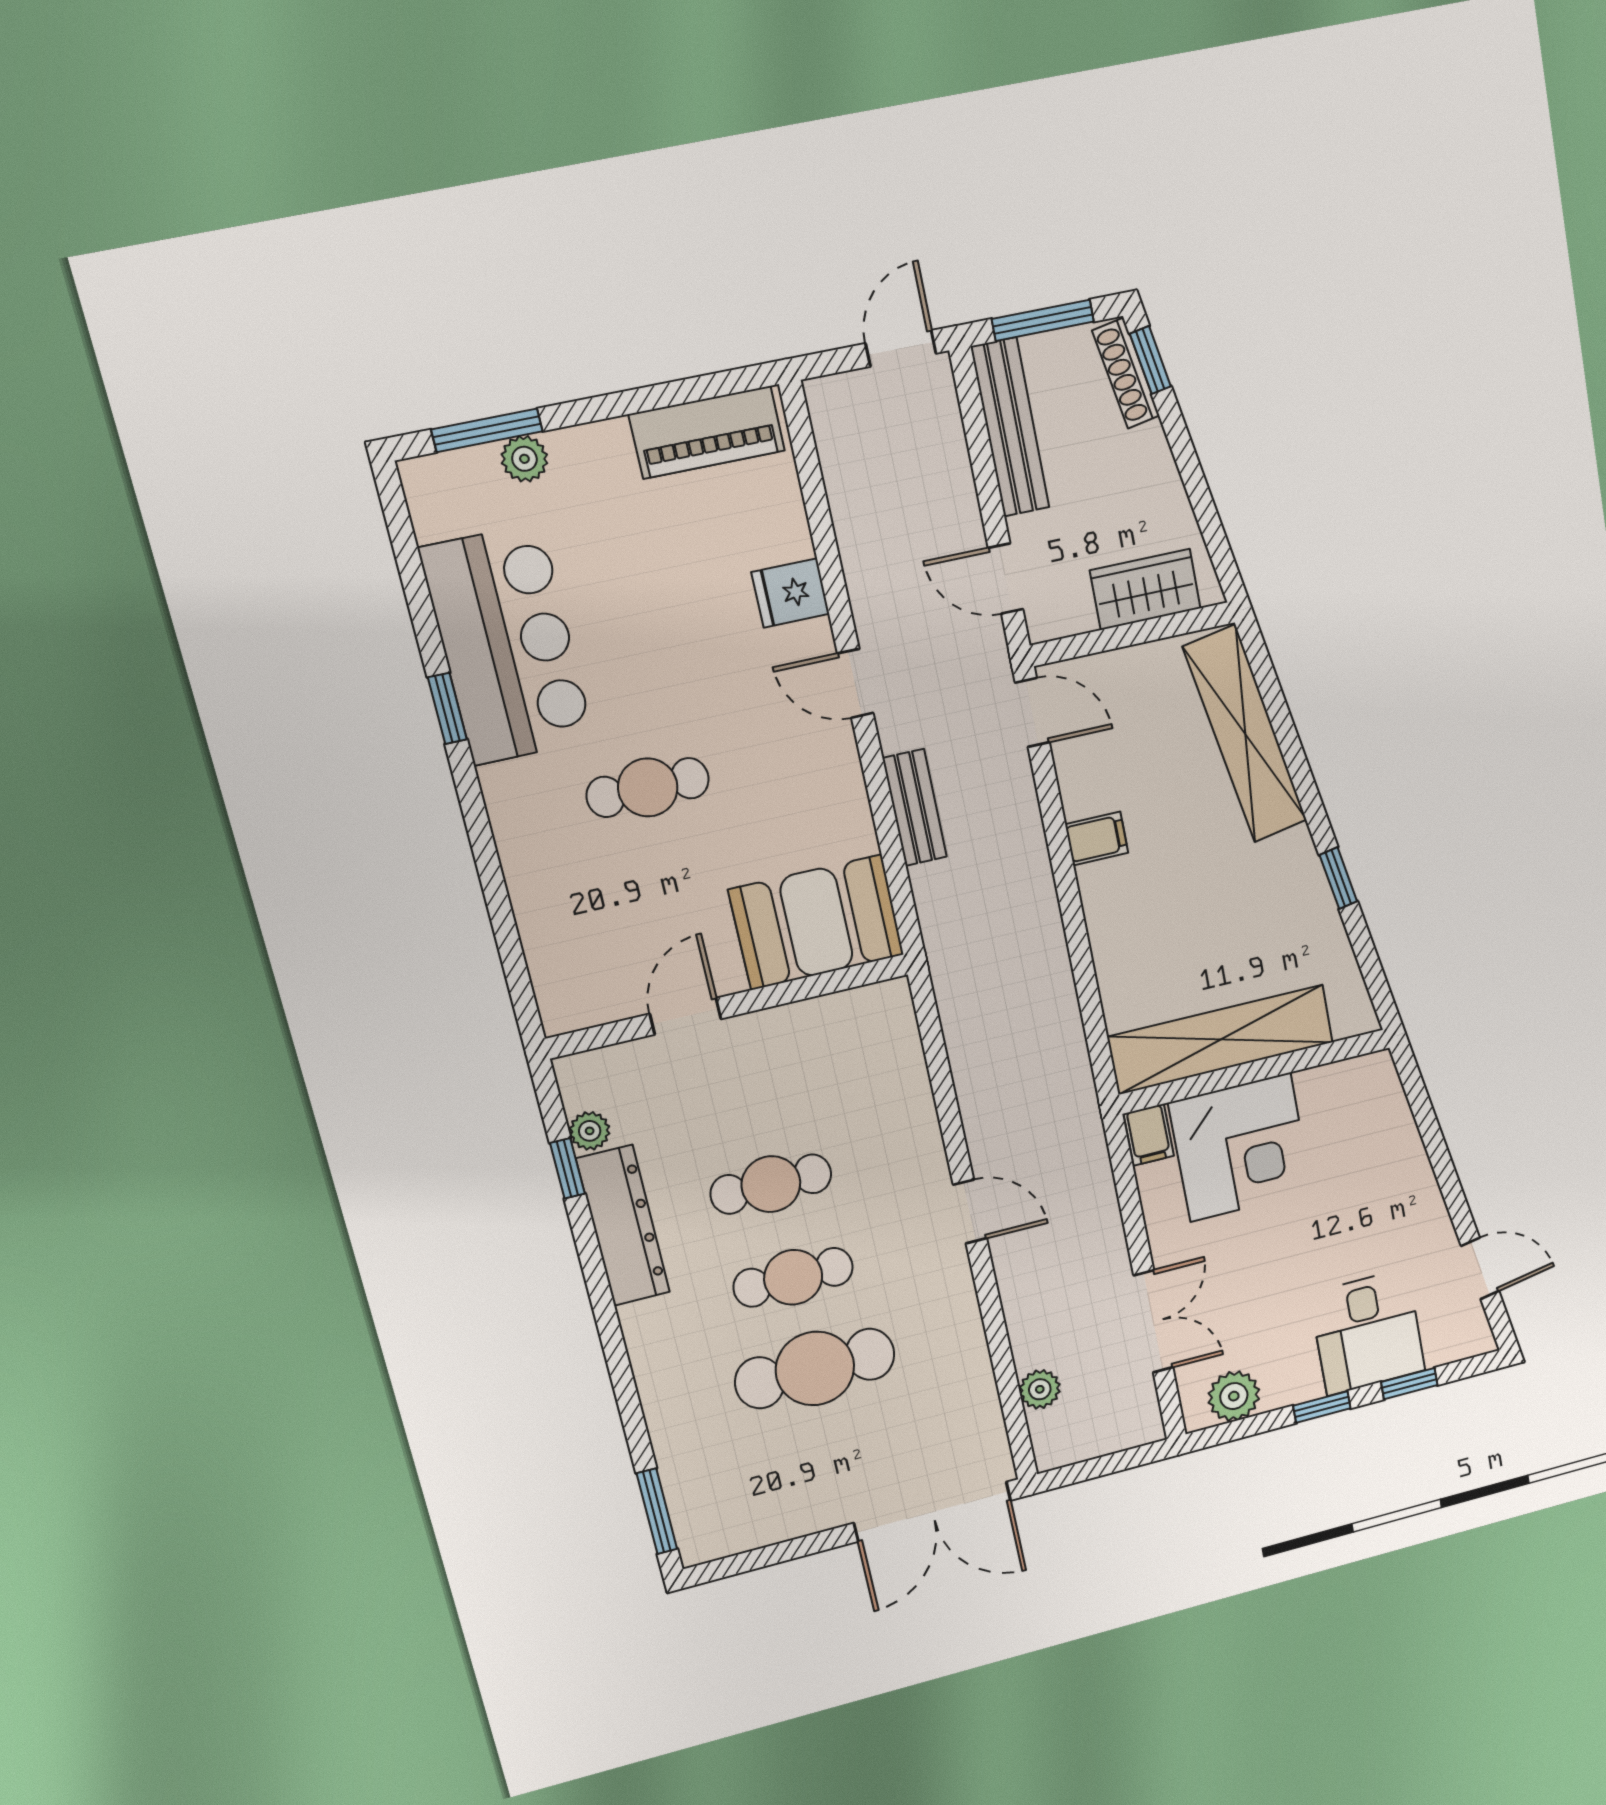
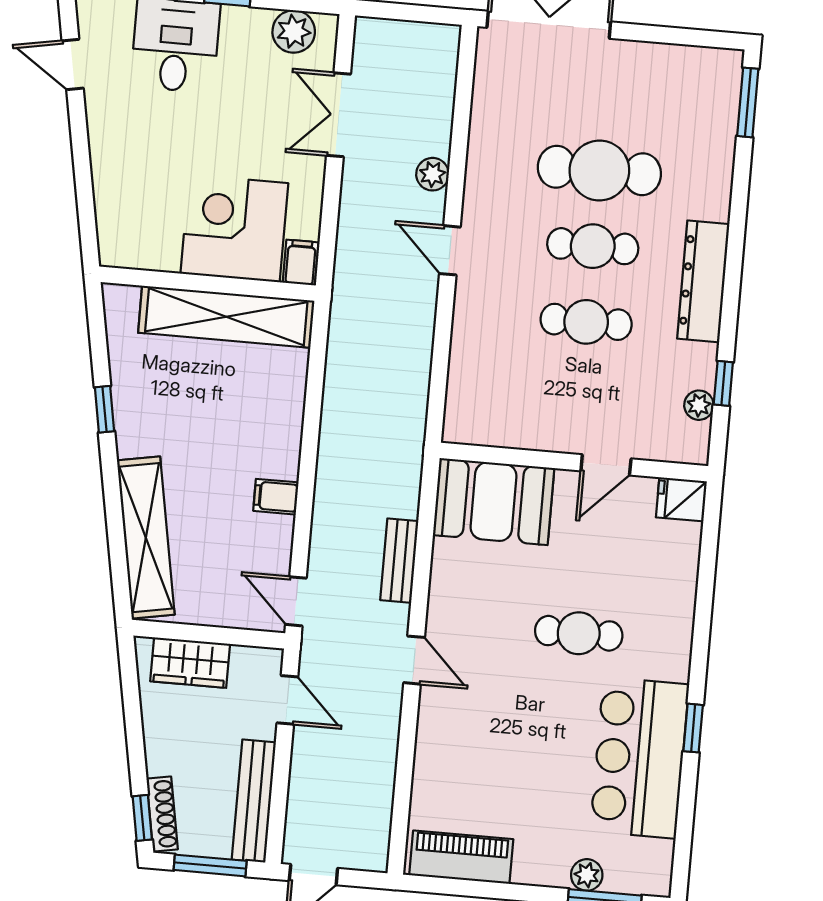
fridge: (790, 593) -> (681, 499), moved, turned 180
dresser: (623, 1226) -> (703, 281), moved
plant: (1040, 1389) -> (432, 174), moved

